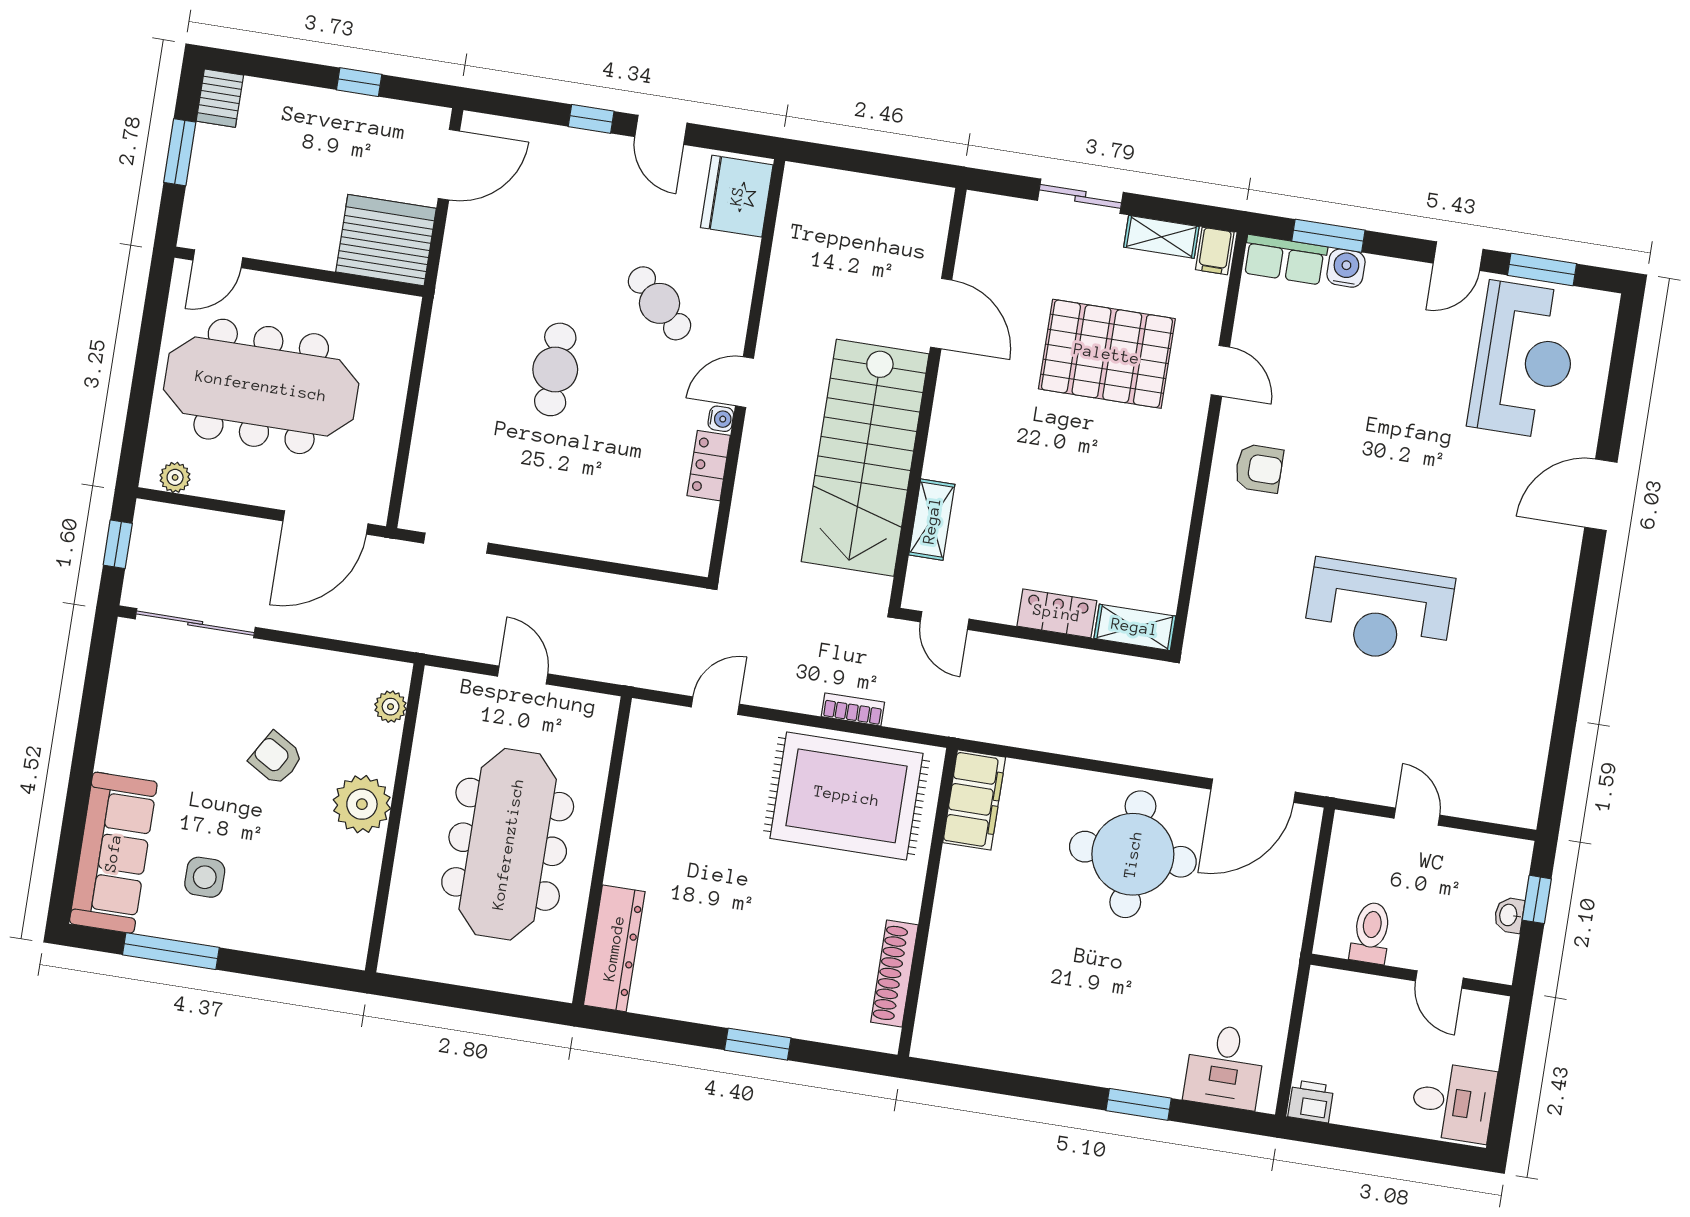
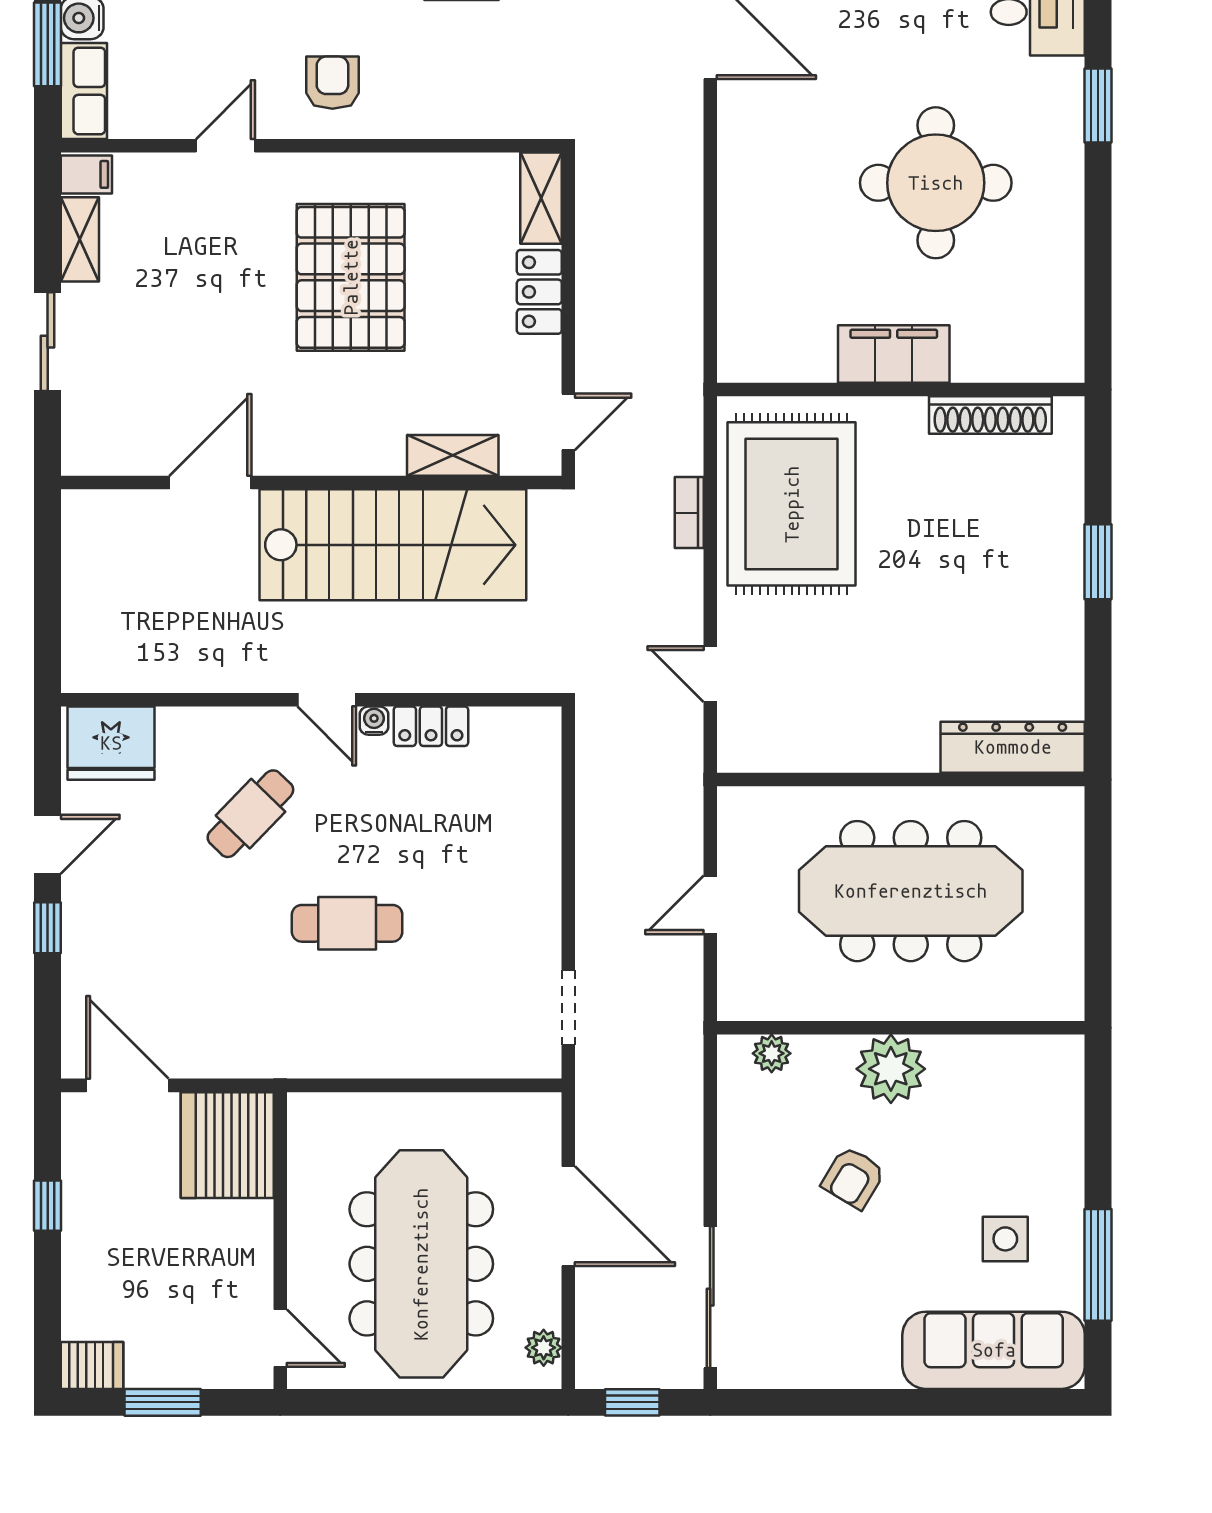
pallet: (1107, 354) -> (351, 277), moved
door: (326, 522) -> (568, 1216), moved
filing cabinet: (974, 800) -> (894, 354), moved
round table: (1133, 854) -> (936, 183), moved

